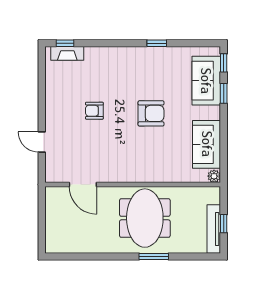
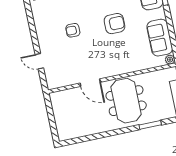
door: (83, 185) -> (90, 83), moved
window: (154, 257) -> (150, 125), moved

